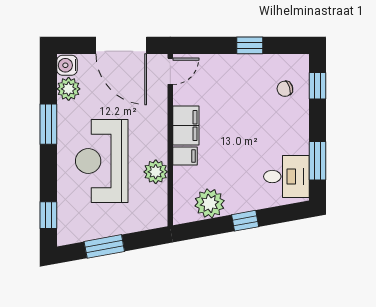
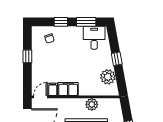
door: (170, 71) -> (41, 97), hinge flipped
window: (317, 86) -> (61, 22), moved
filing cabinet: (185, 156) -> (53, 89), moved

